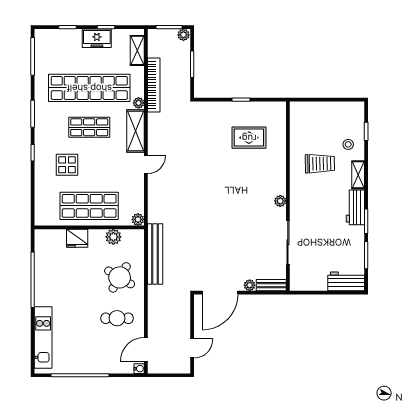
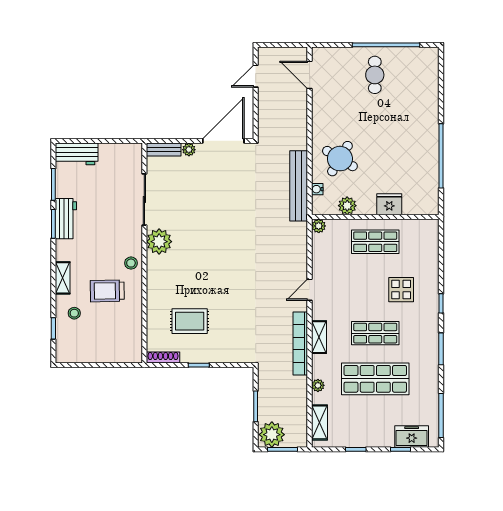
plant: (183, 35) -> (272, 435), width x1.88, depth x1.88
freezer: (97, 38) -> (412, 437), moved
bookcase: (154, 85) -> (300, 344), moved
shop shelf: (89, 88) -> (375, 379), width x0.71
plant: (139, 103) -> (318, 385), moved
shoe rack: (272, 106) -> (163, 357), added
shelving: (135, 131) -> (319, 337), width x0.67, depth x0.75
stool: (299, 188) -> (131, 263), added
plant: (280, 201) -> (159, 242), width x1.88, depth x1.88
shop shelf: (89, 206) -> (375, 242), width x0.70, depth x0.74
workbench: (355, 207) -> (66, 219), moved
cafe table: (117, 318) -> (375, 75), moved, turned 90
kitchen unit: (43, 338) -> (429, 89), removed
door: (146, 349) -> (310, 75), swing flipped
water cooler: (139, 369) -> (317, 189), moved

